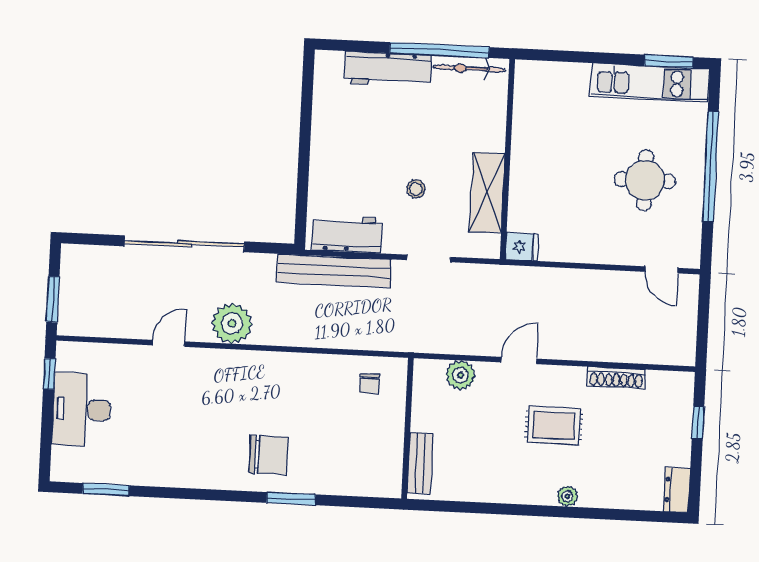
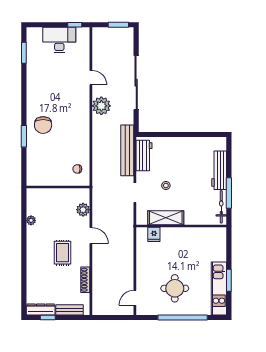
window: (439, 50) -> (229, 193), width x0.68
window: (669, 61) -> (229, 280), moved
fridge: (522, 247) -> (154, 234), moved
window: (53, 299) -> (118, 25), moved
window: (698, 422) -> (48, 318), moved
bench: (420, 463) -> (70, 310), moved
dresser: (677, 490) -> (41, 309), width x1.44
plant: (567, 496) -> (31, 220), moved

